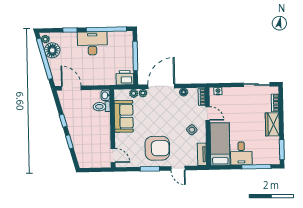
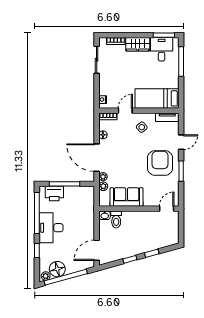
printer: (125, 78) -> (54, 193), moved, turned -90
desk: (241, 153) -> (162, 49), moved, turned -90

